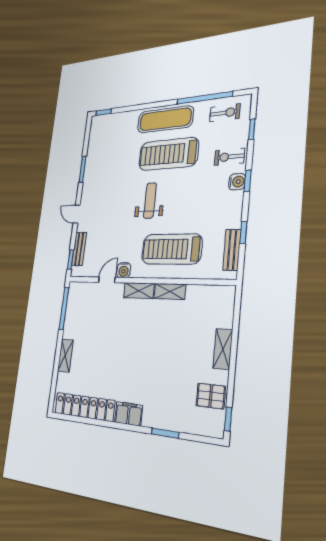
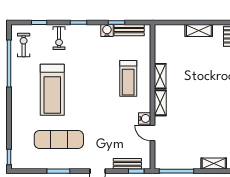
exercise mat: (165, 119) -> (59, 140), moved, turned 90
water cooler: (237, 182) -> (107, 31), moved
weight bench: (150, 200) -> (89, 102), removed
treadmill: (171, 249) -> (128, 78), width x0.73, depth x0.73

